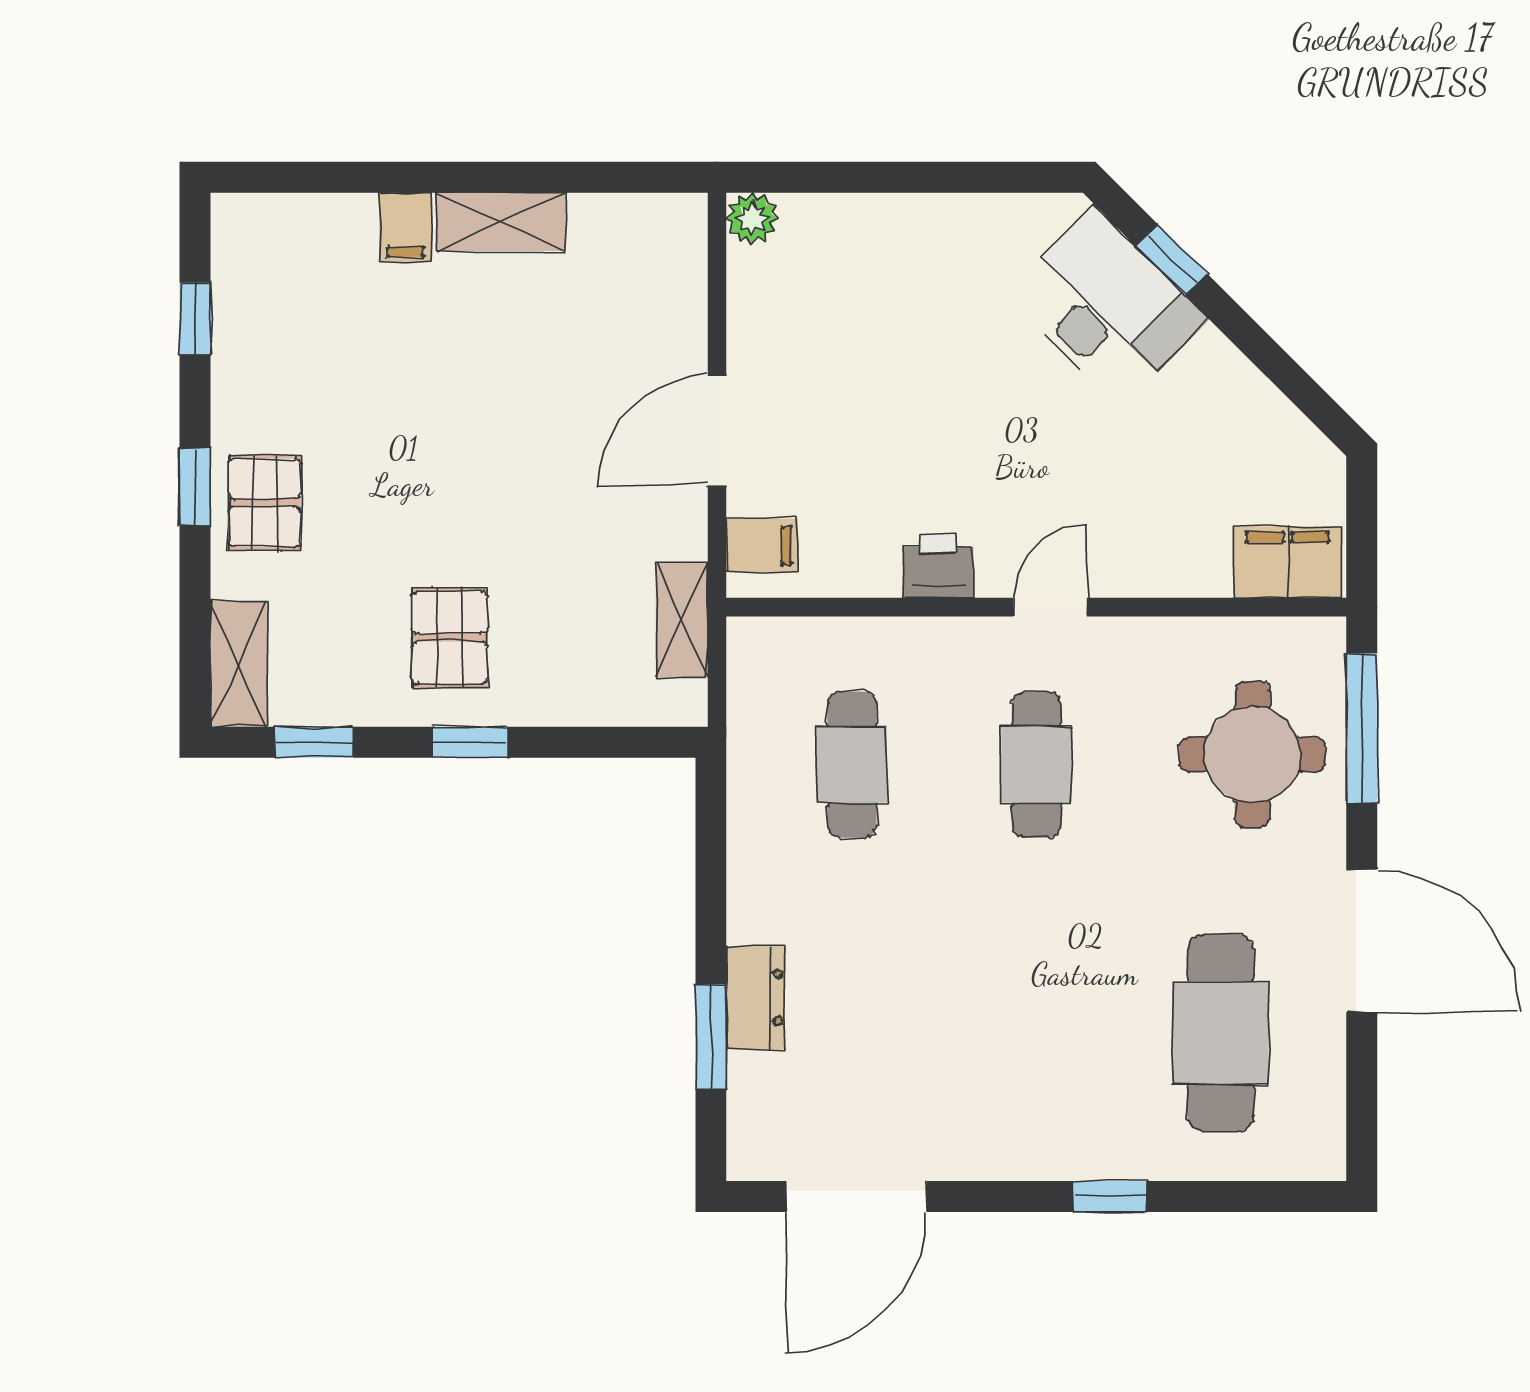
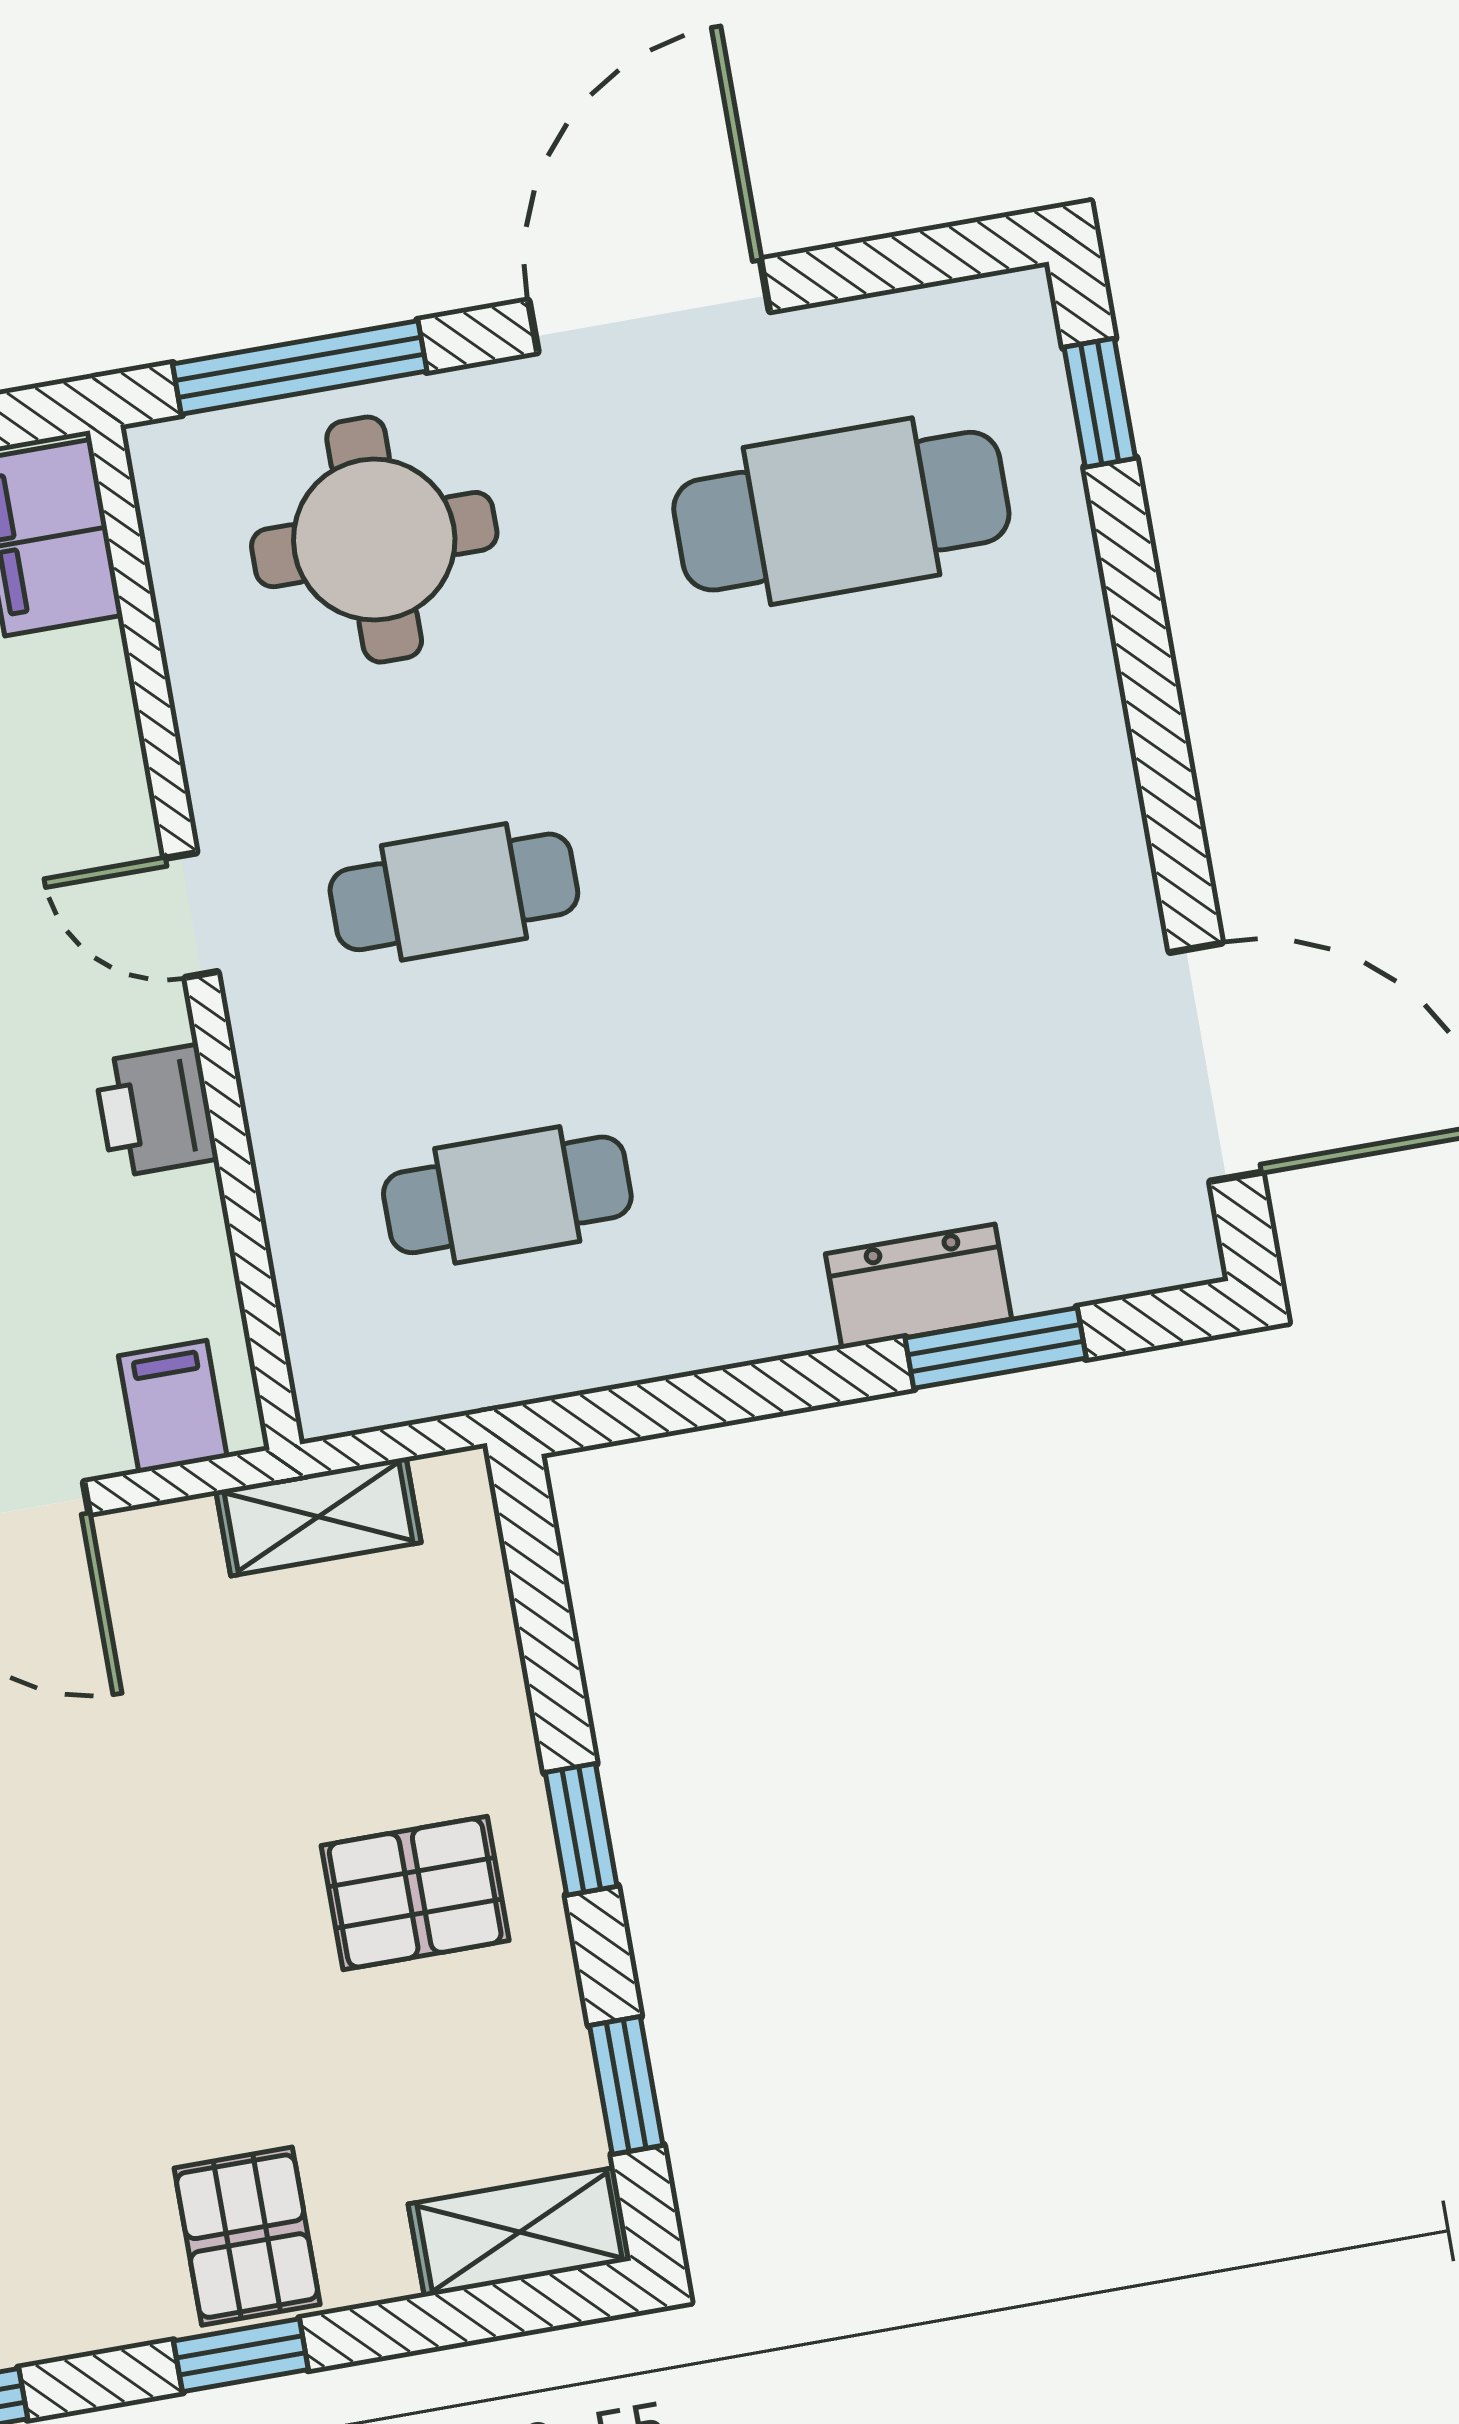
pallet: (265, 503) -> (247, 2236), turned 90
window: (1110, 1197) -> (1100, 403), moved

